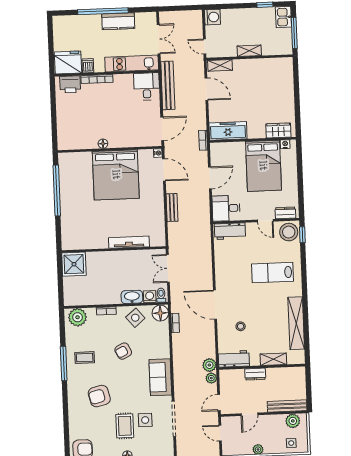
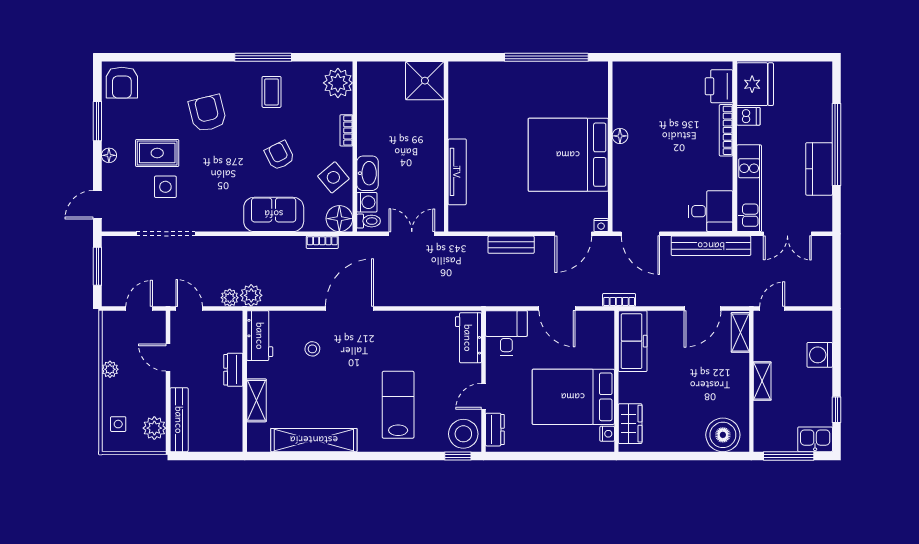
washing machine: (212, 17) -> (820, 355), moved, turned 90
boiler: (283, 73) -> (723, 435), added
sofa: (160, 377) -> (274, 214), moved

